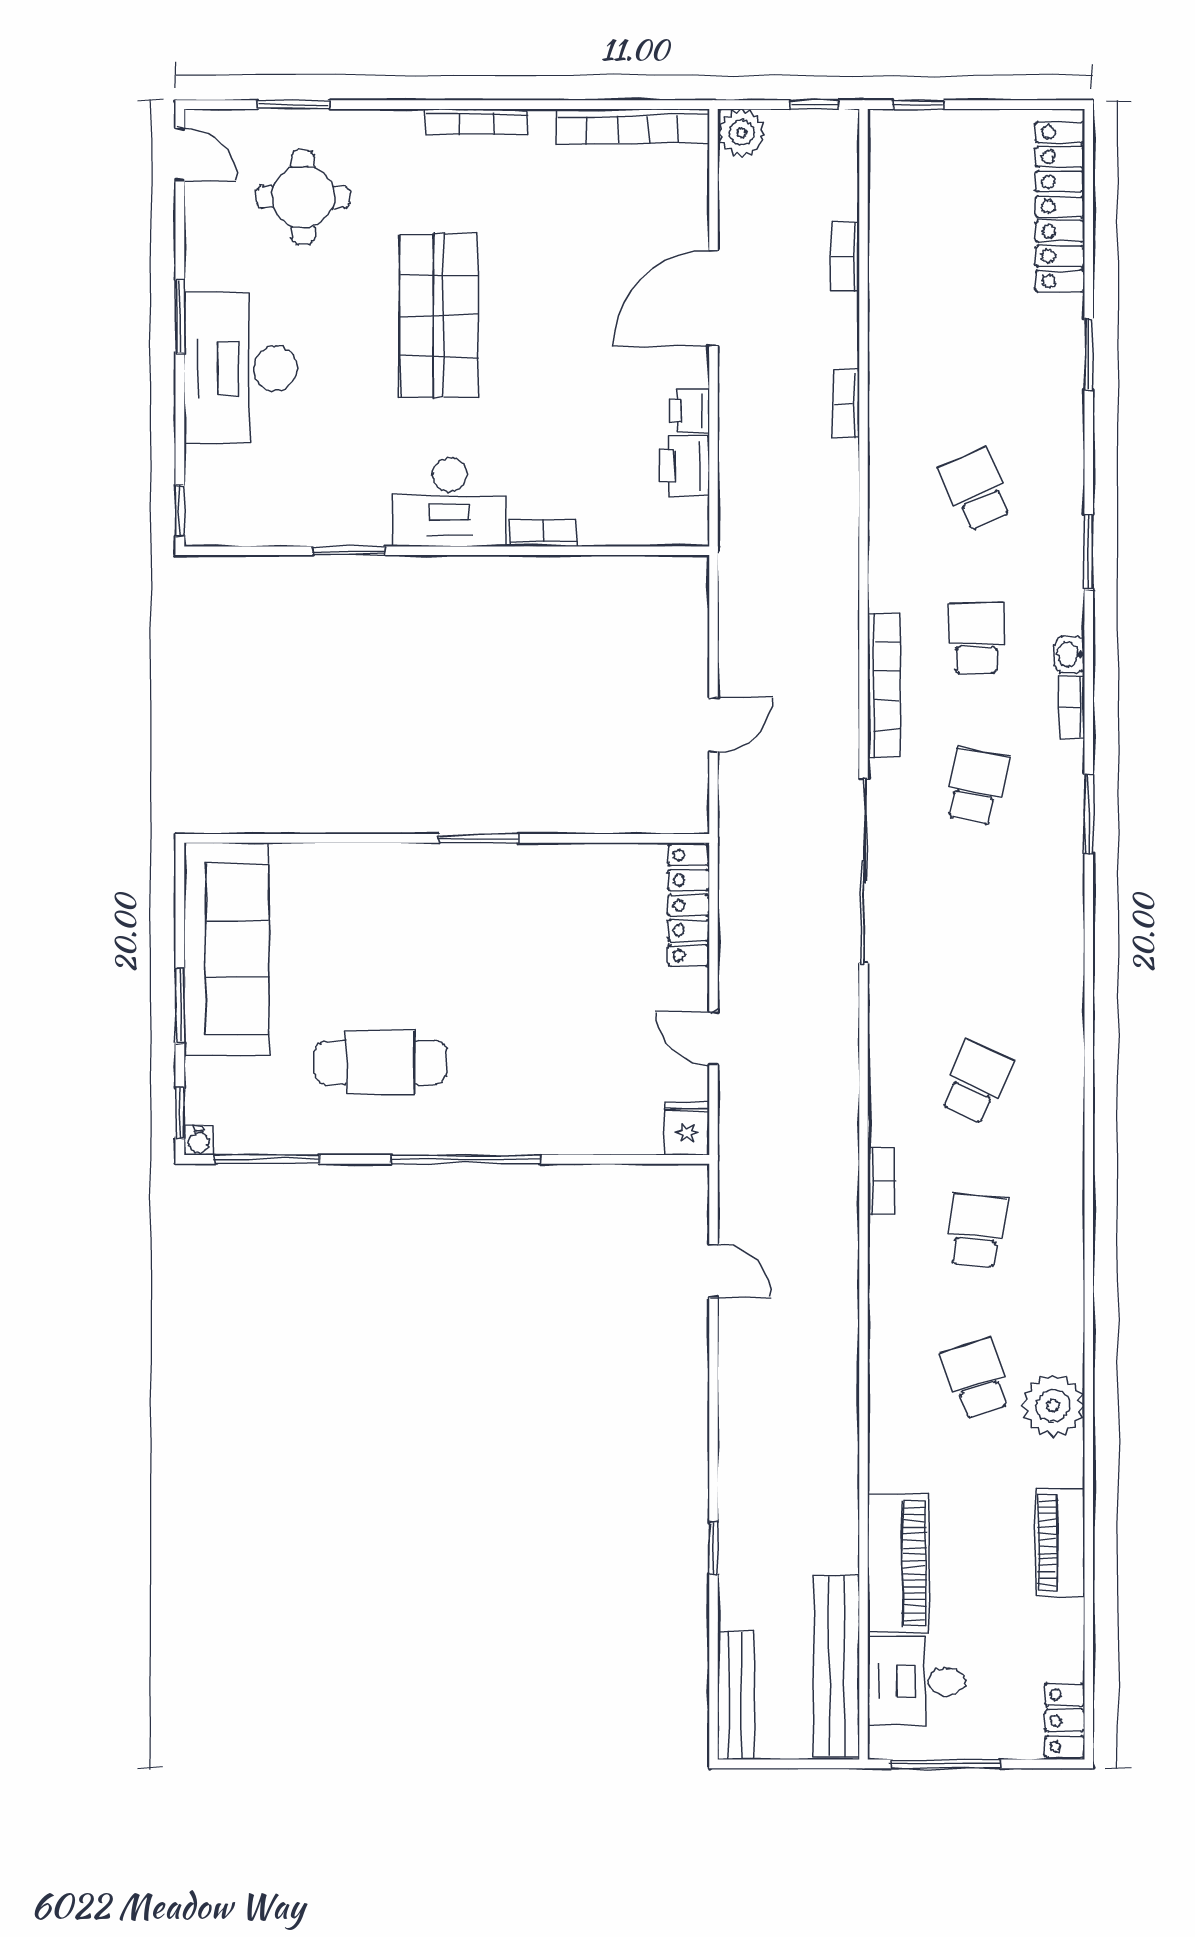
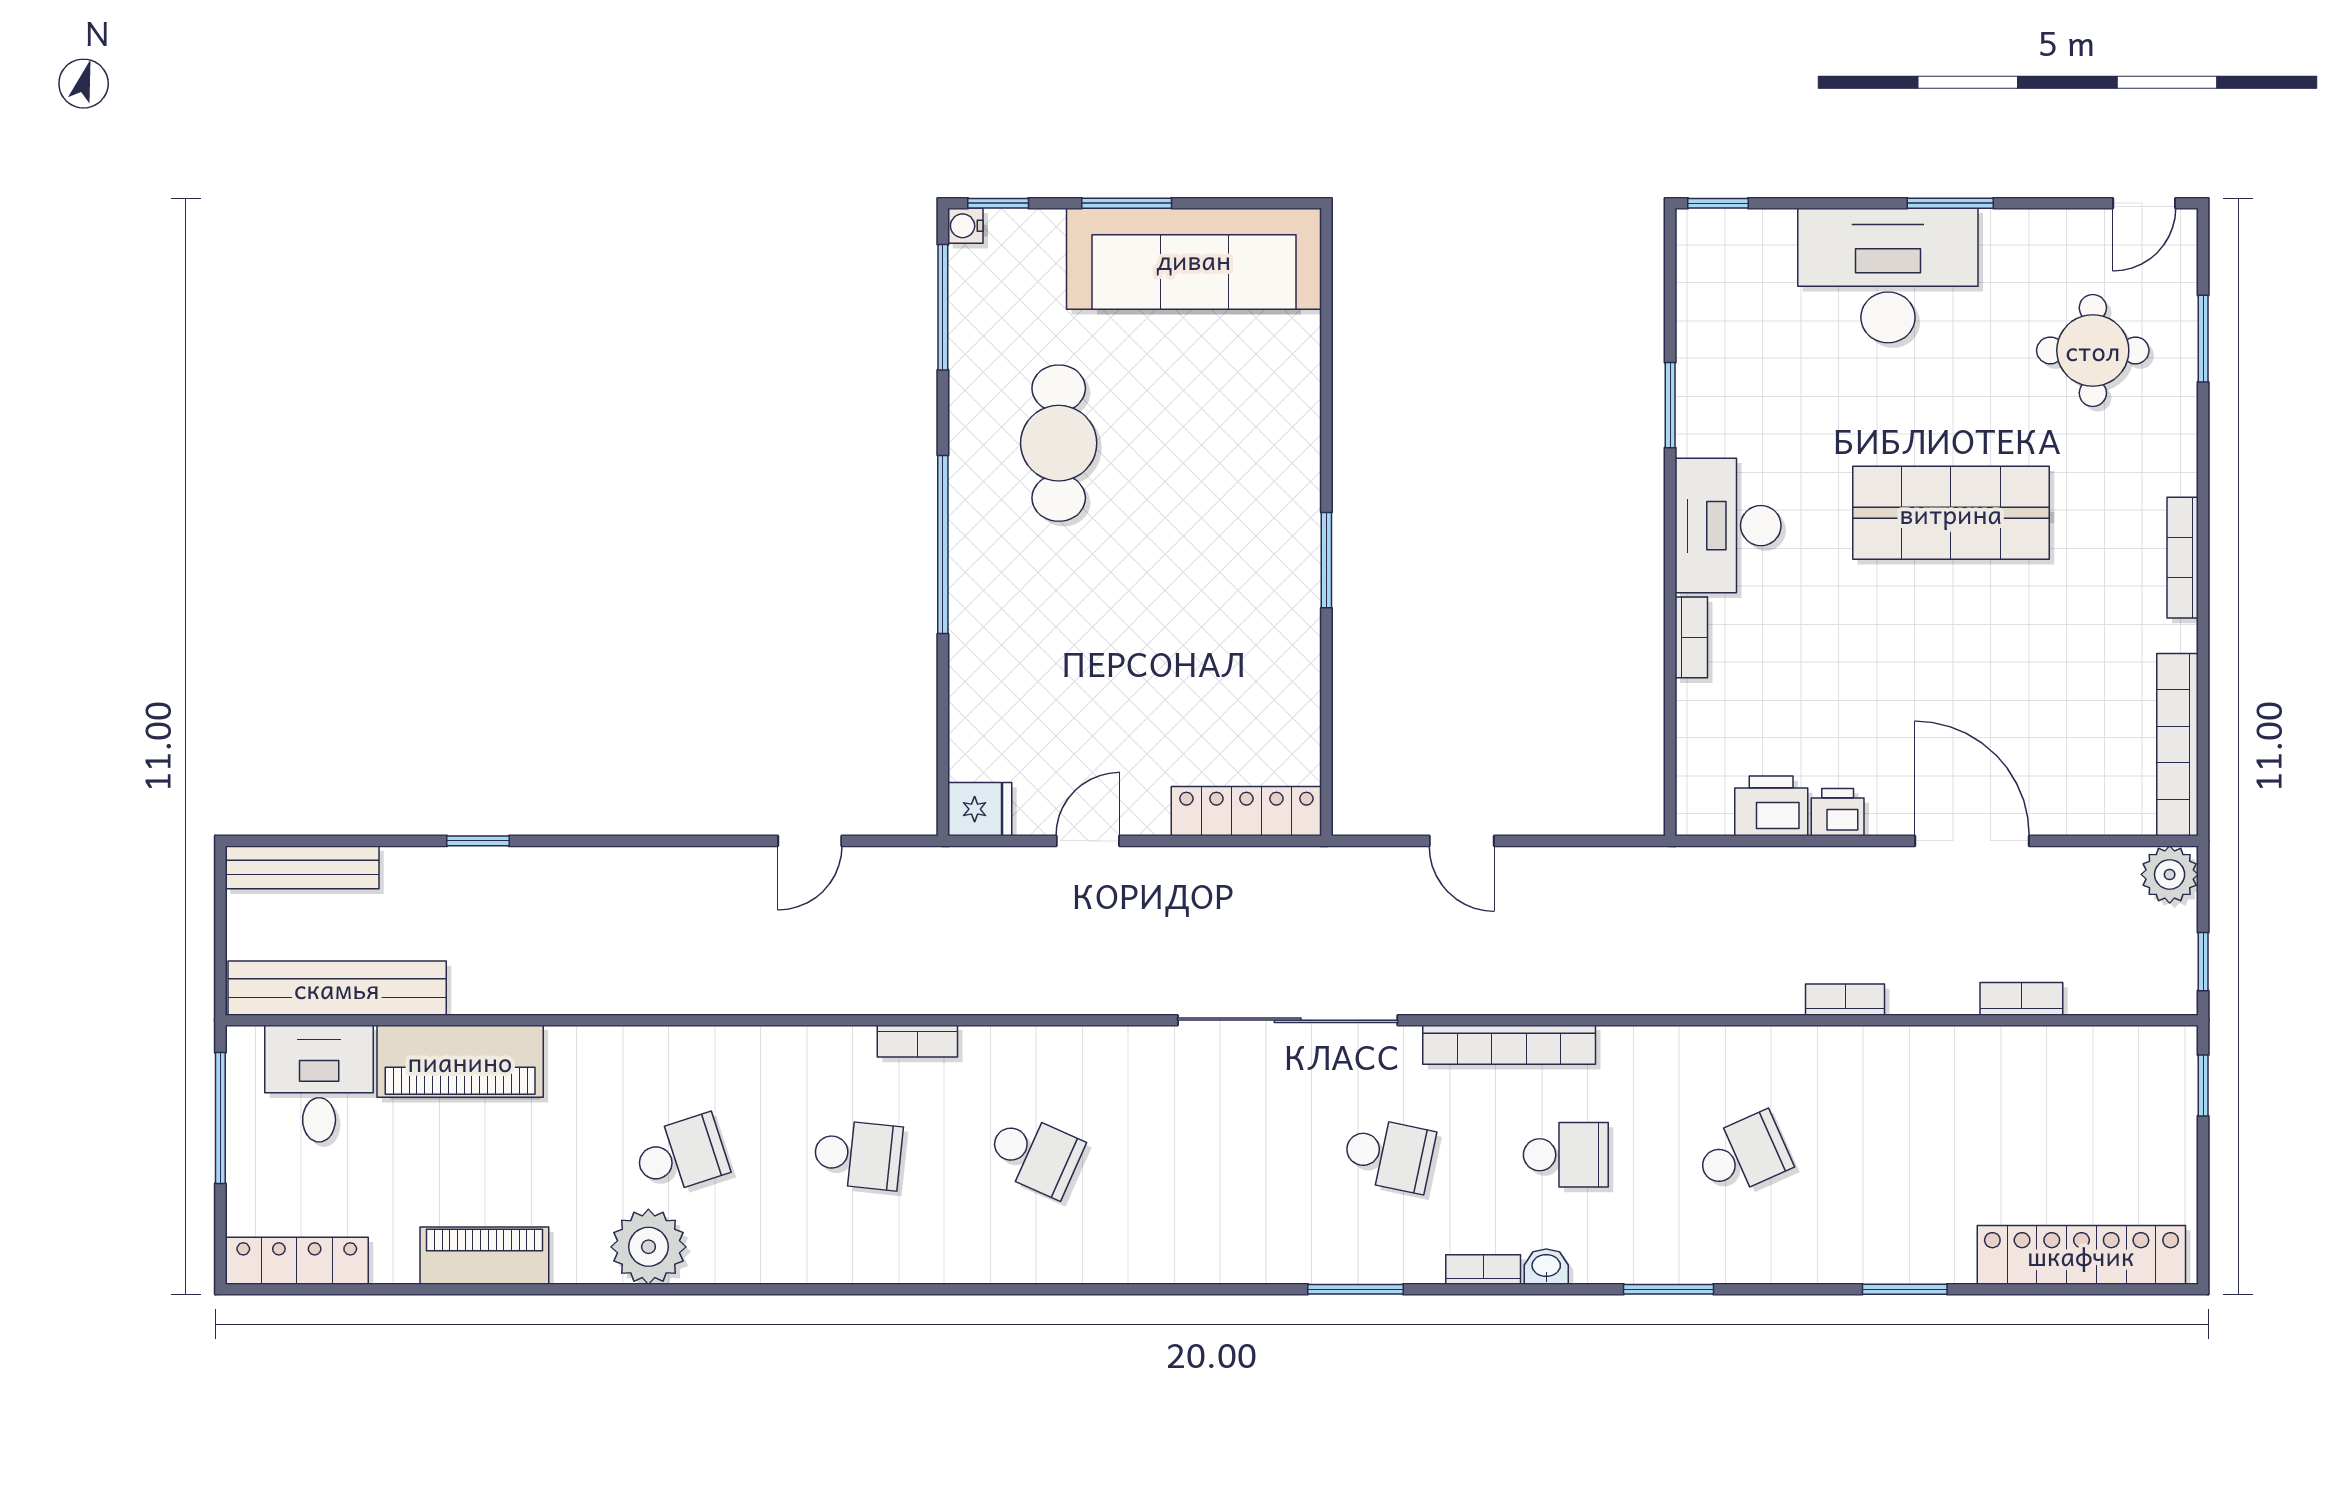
locker: (1065, 1721) -> (297, 1261), width x1.53

